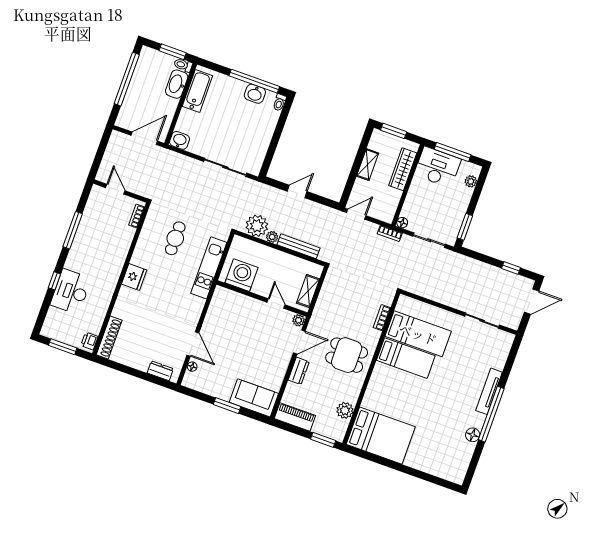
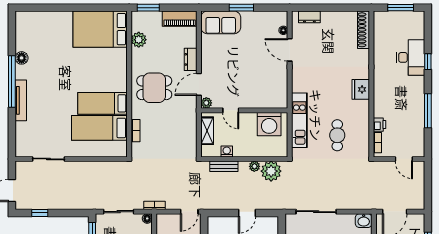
bench: (298, 246) -> (224, 166), width x0.73
washing machine: (295, 263) -> (227, 151), added
printer: (89, 341) -> (379, 125), moved

